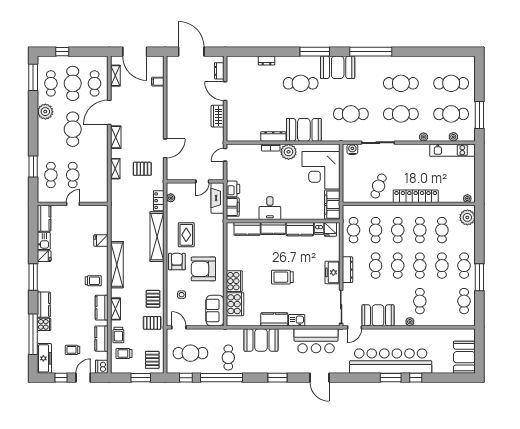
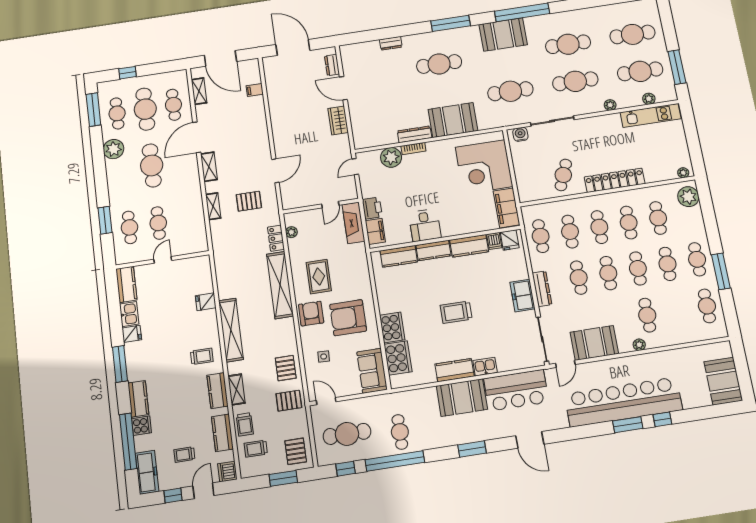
booth: (338, 67) -> (503, 34), moved
plant: (289, 152) -> (391, 157), moved
booth: (261, 340) -> (462, 398), moved

